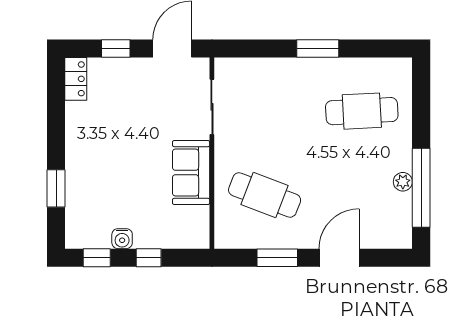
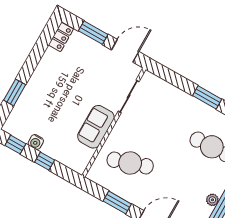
window: (116, 48) -> (93, 33), width x1.50
cafe table: (265, 195) -> (130, 163), turned -39

